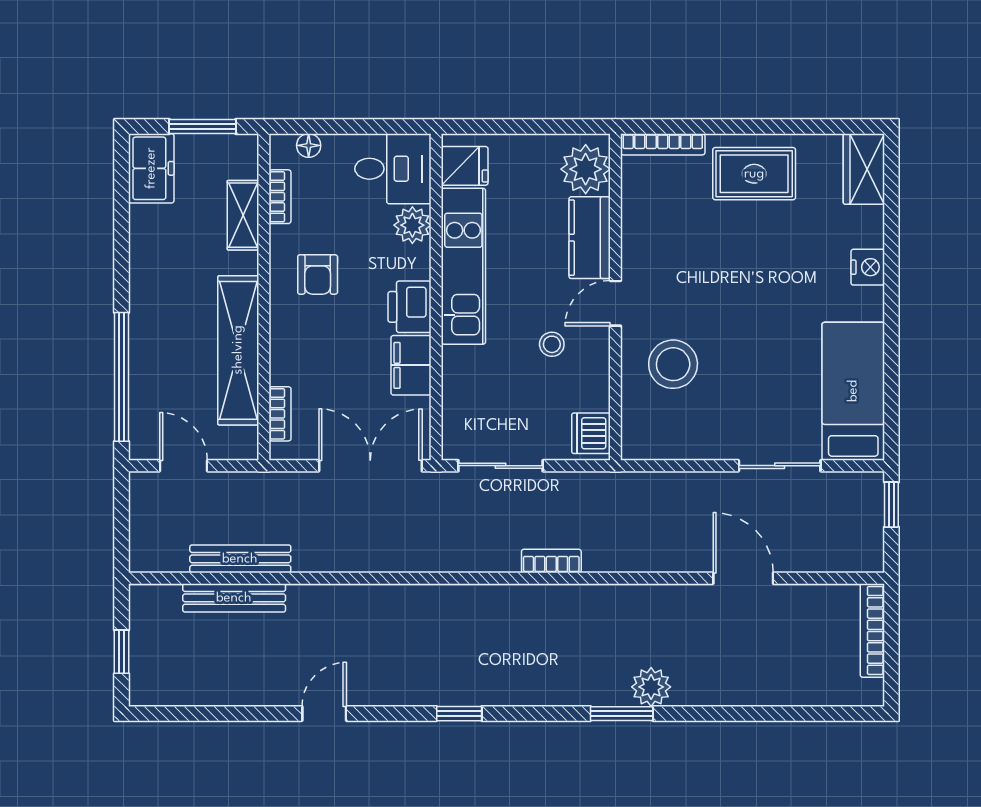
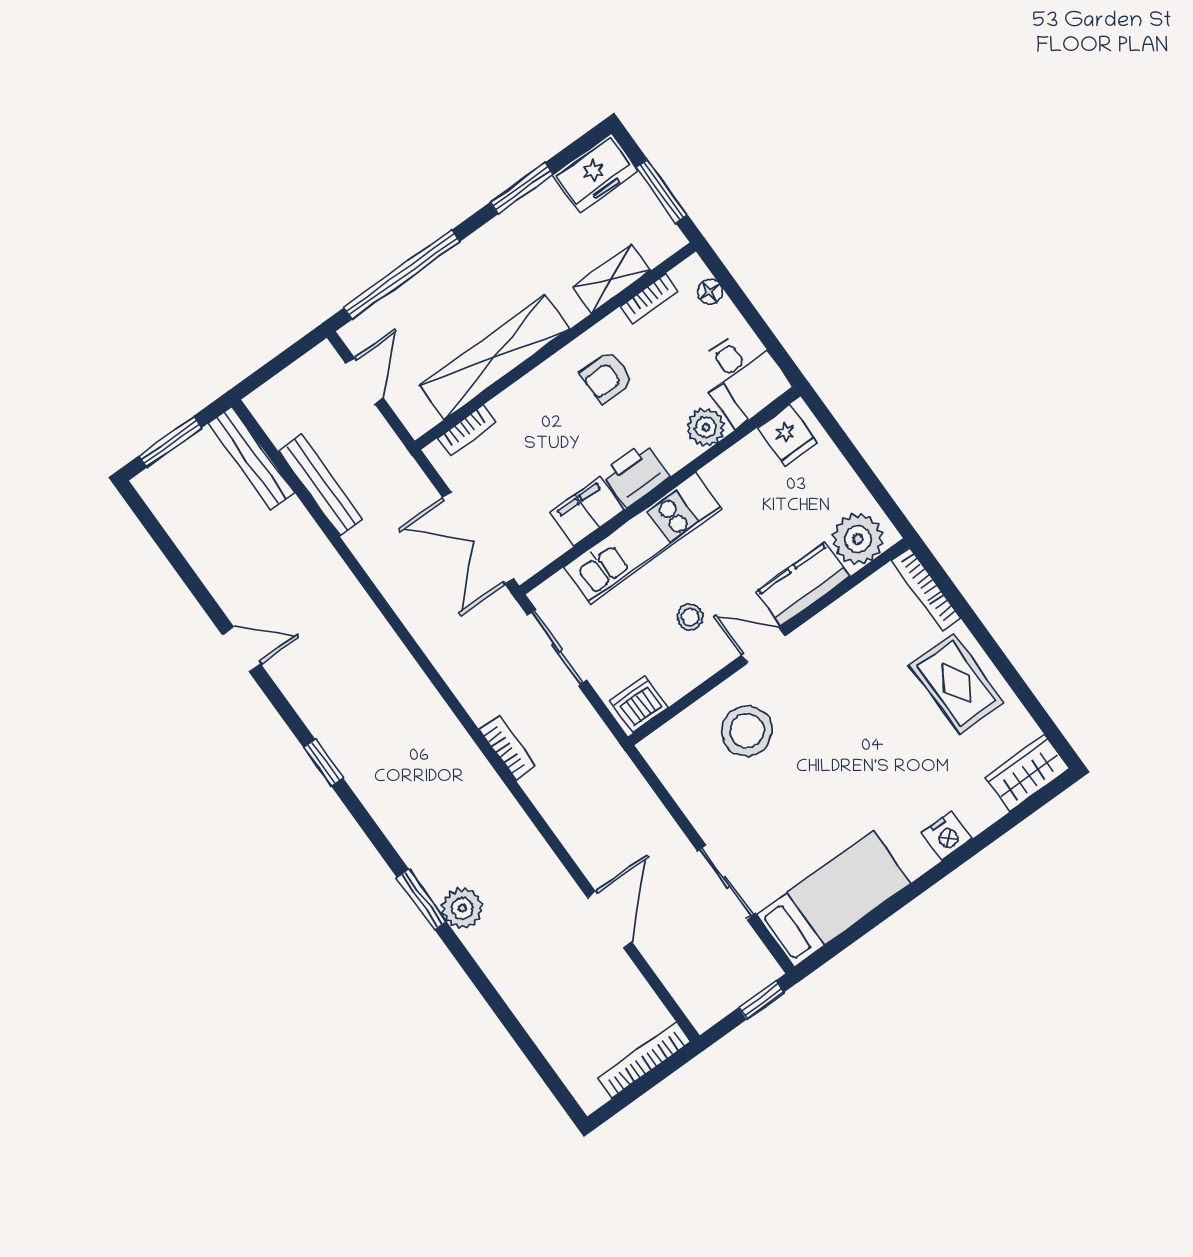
window: (122, 234) -> (522, 188), added
kitchen unit: (463, 266) -> (643, 538), moved
double door: (370, 466) -> (478, 538), swing flipped
bench: (234, 598) -> (251, 458), moved
window: (122, 652) -> (171, 442), width x1.50

